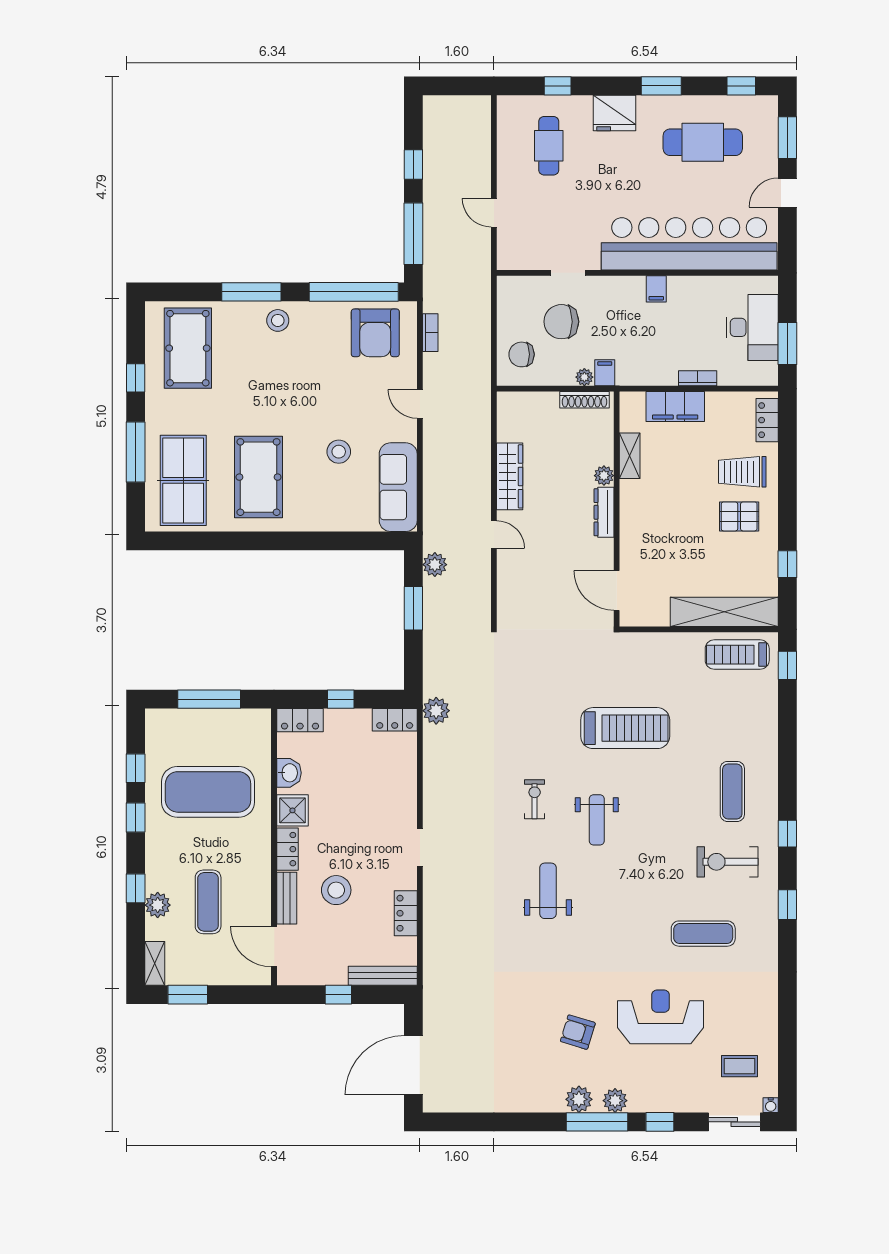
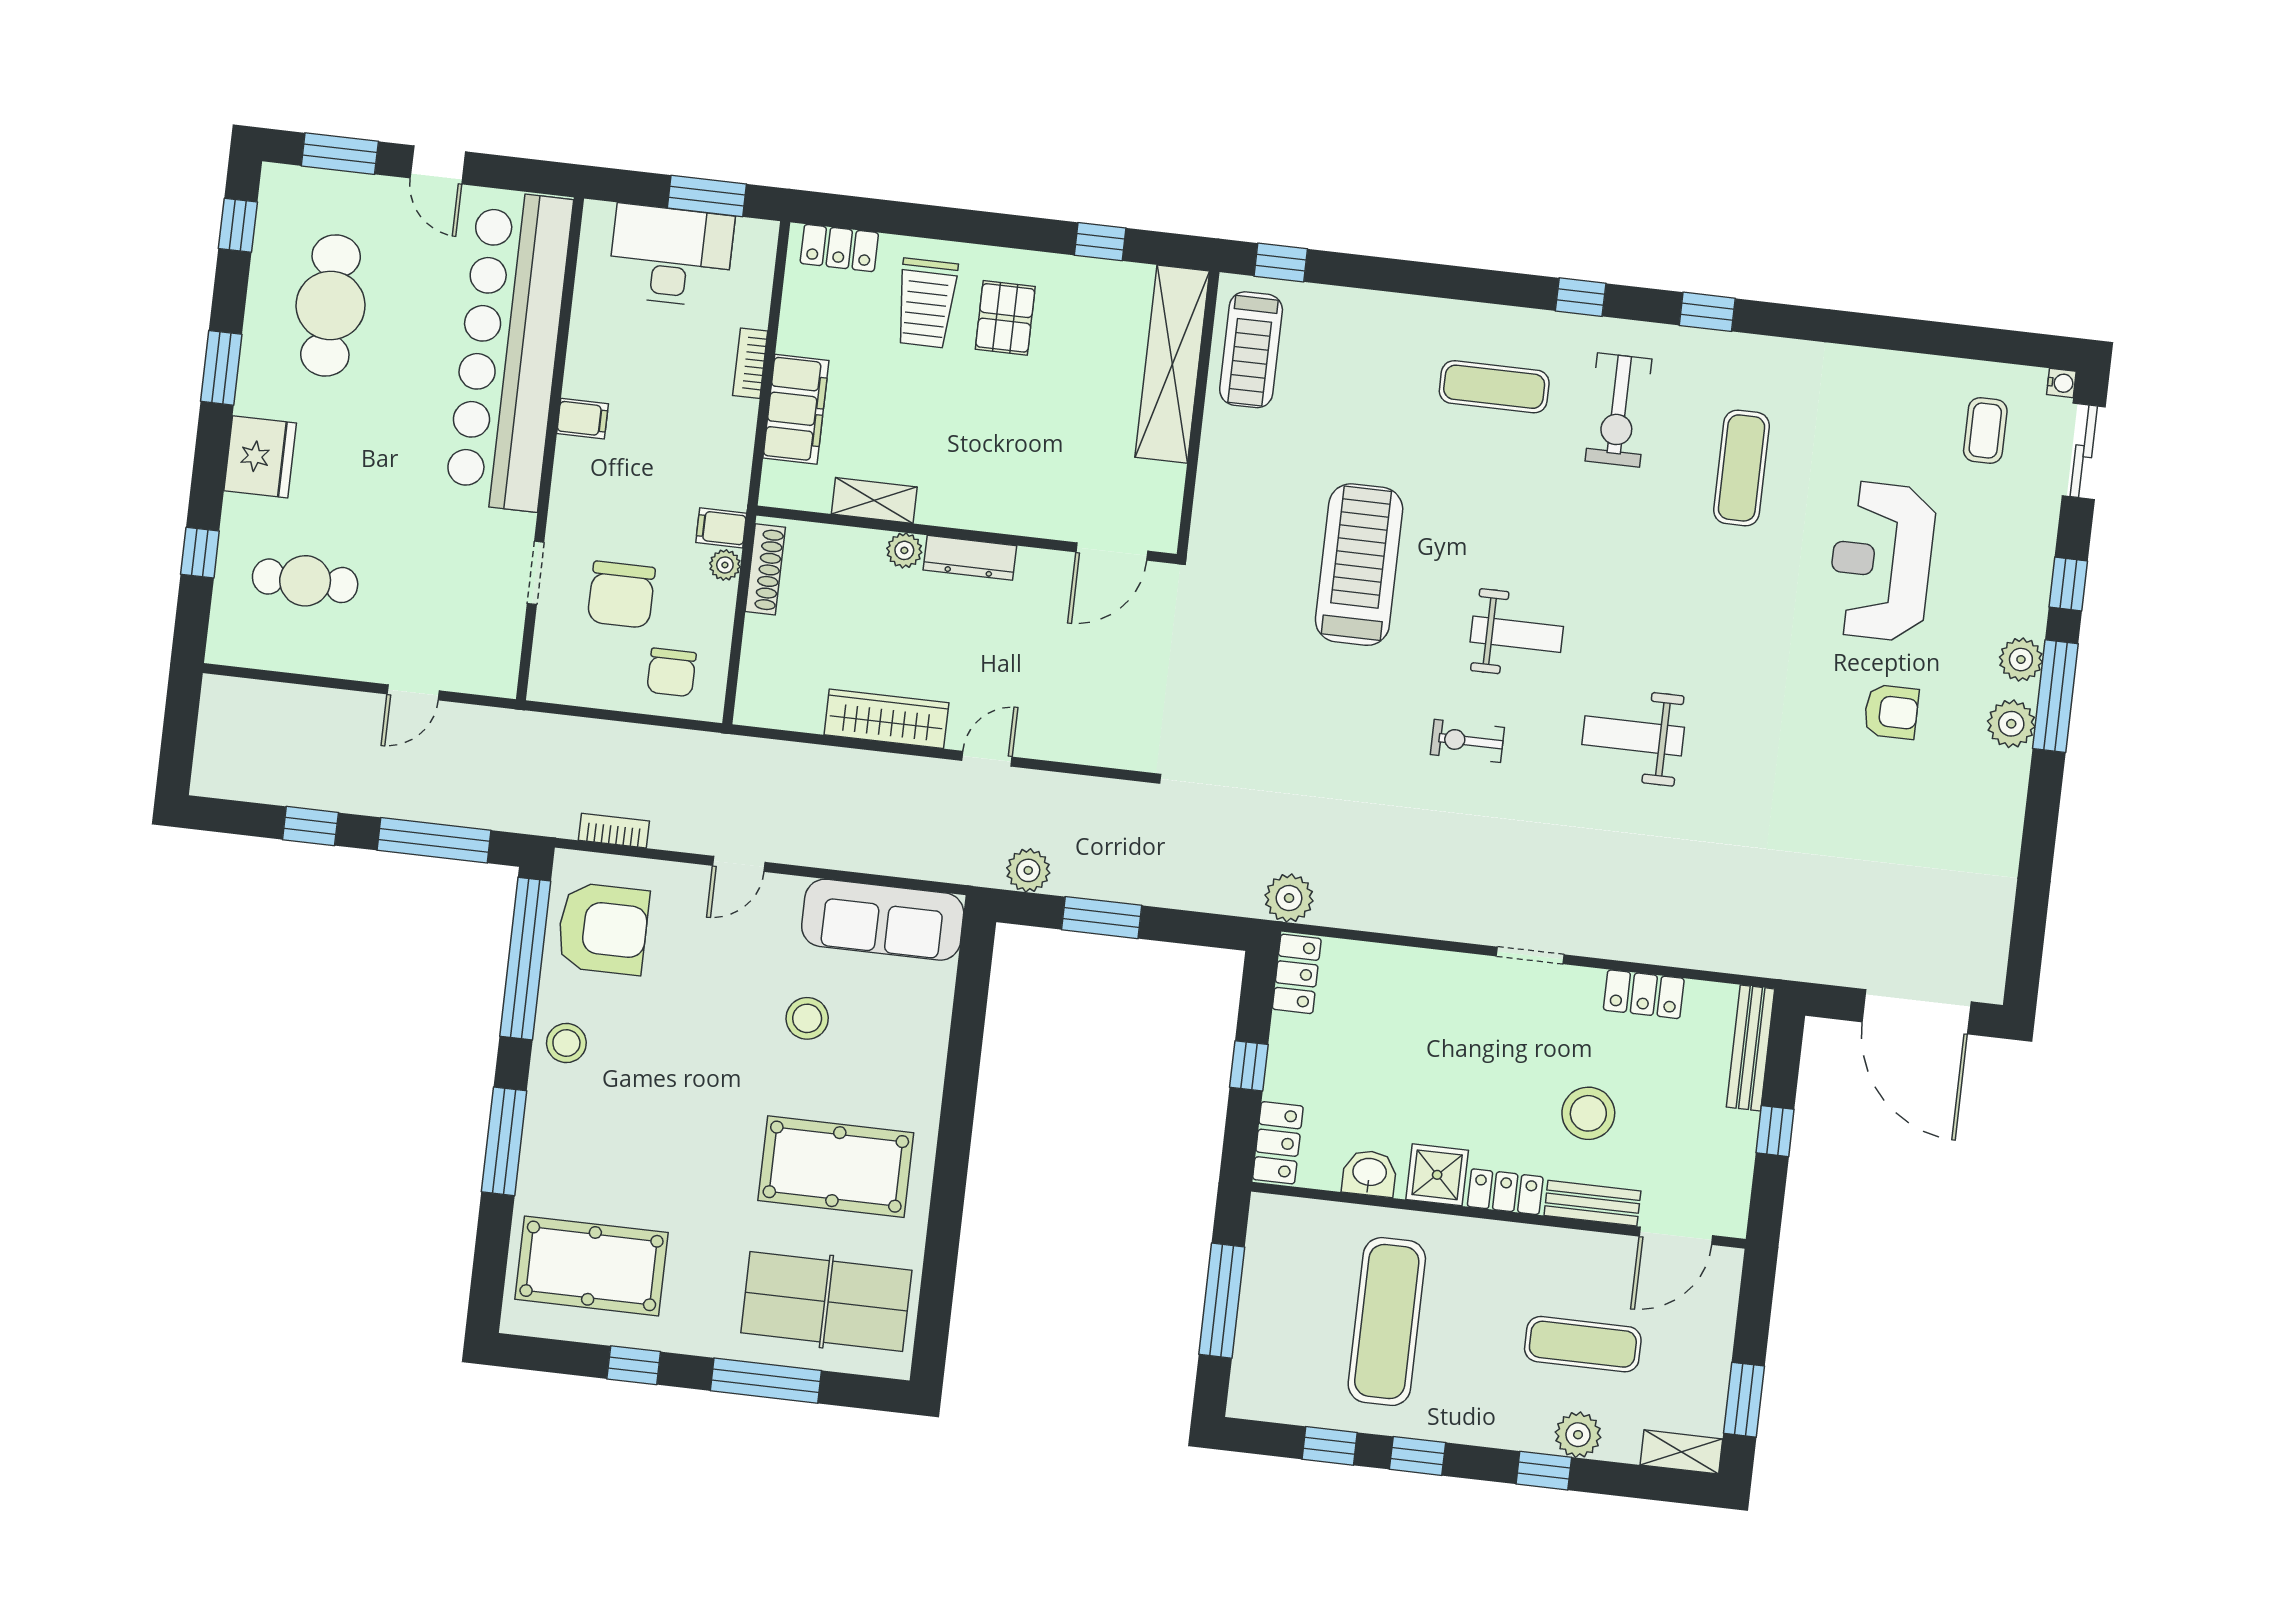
stool: (278, 320) -> (566, 1043), moved
exercise mat: (208, 792) -> (1387, 1322), width x0.68
armchair: (578, 1032) -> (1891, 712), turned -107

